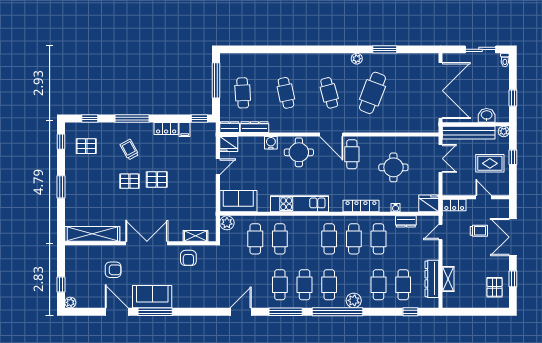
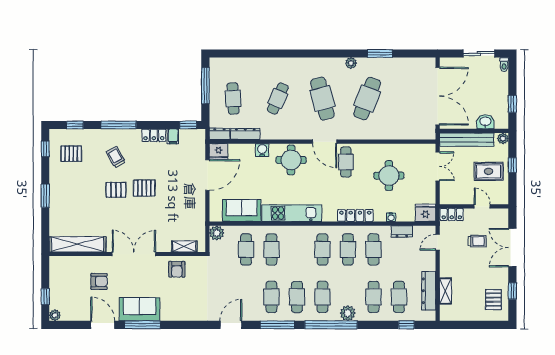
cafe table: (286, 93) -> (278, 99), turned 36
cafe table: (329, 93) -> (322, 99), width x1.37, depth x1.35
door: (218, 167) -> (207, 175), width x1.88
sofa: (238, 201) -> (242, 211), moved

